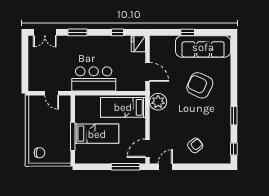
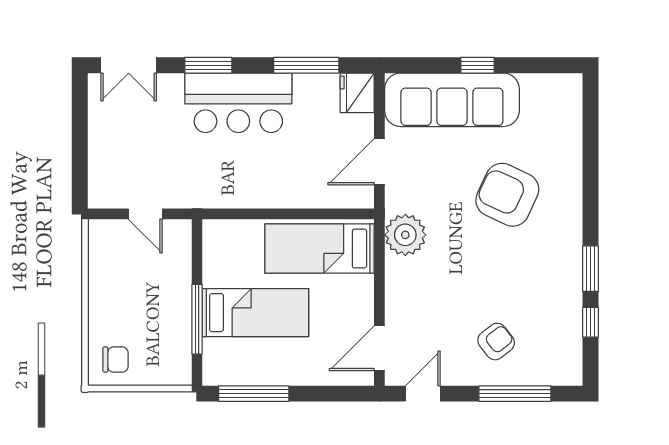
window: (118, 32) -> (306, 65), width x2.17
sofa: (203, 47) -> (452, 100), moved
door: (147, 72) -> (379, 162), swing flipped
bar counter: (94, 79) -> (238, 103), moved, turned 180
window: (234, 149) -> (591, 322), moved
window: (125, 167) -> (254, 394), moved
window: (203, 167) -> (515, 394), added

